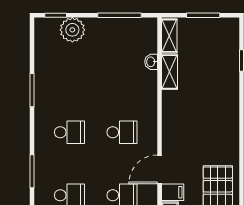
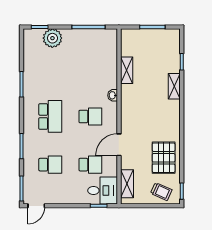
shelving: (169, 36) -> (174, 86), moved
washbasin: (151, 62) -> (113, 95), moved
school desk: (69, 132) -> (50, 116), width x1.85
filing cabinet: (173, 192) -> (129, 162), removed

